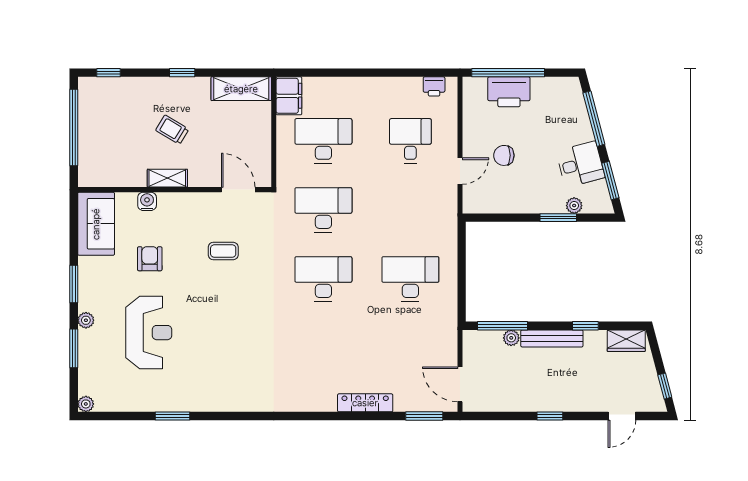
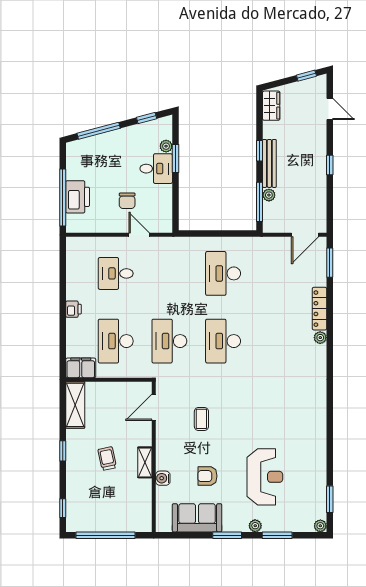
printer: (434, 86) -> (73, 309), moved
trolley: (172, 130) -> (107, 459), turned 137
desk: (580, 164) -> (156, 169), moved, turned 105
window: (610, 180) -> (147, 118), width x0.67
sofa: (96, 224) -> (197, 518), moved
window: (585, 326) -> (259, 151), moved
reception desk: (149, 333) -> (265, 477), turned 90
plant: (328, 404) -> (320, 338), added
window: (173, 416) -> (330, 499), moved

